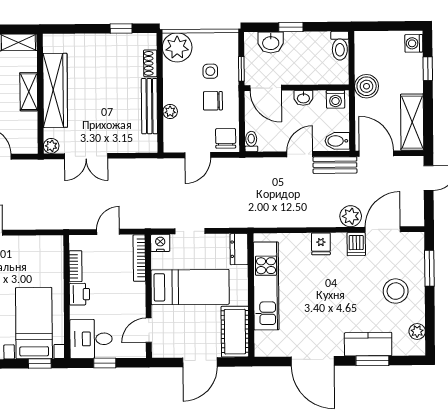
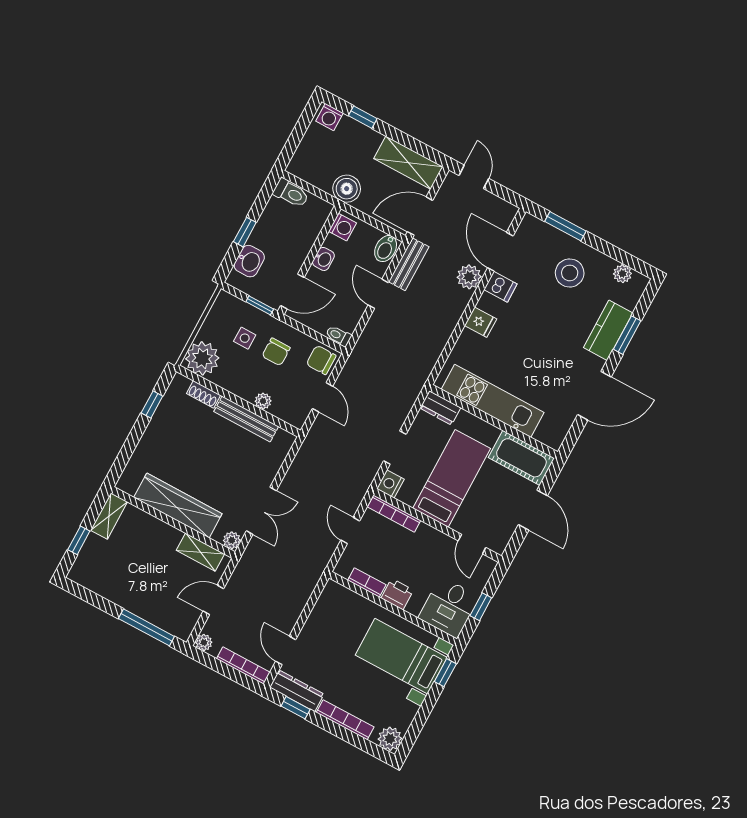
shelving: (29, 92) -> (200, 552), moved

